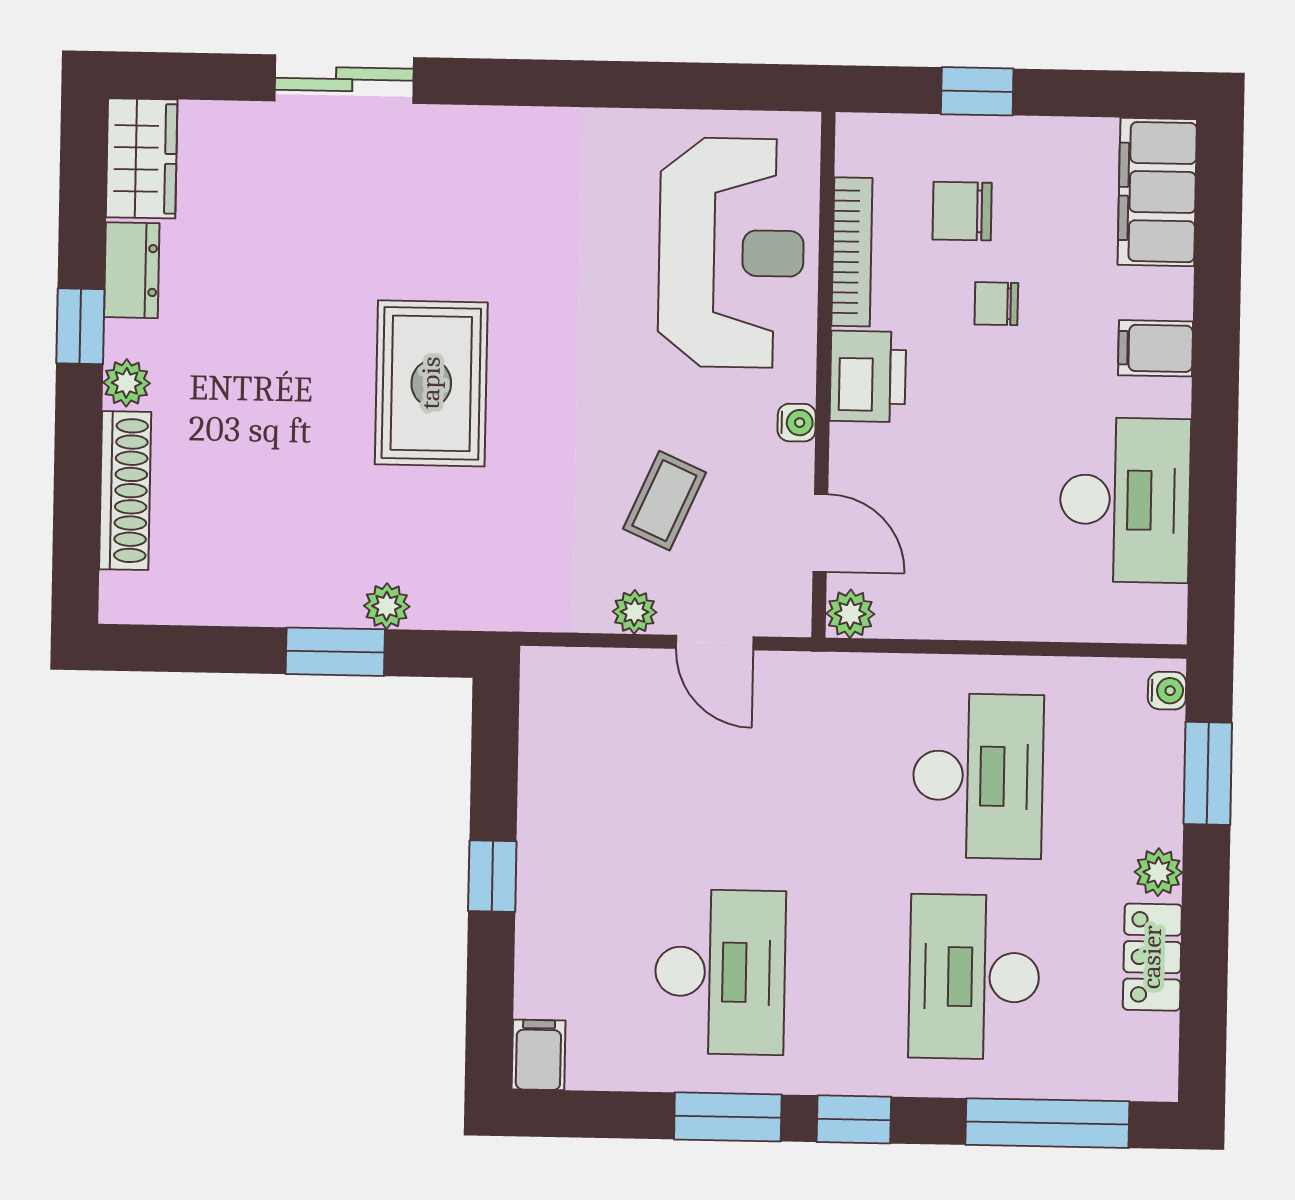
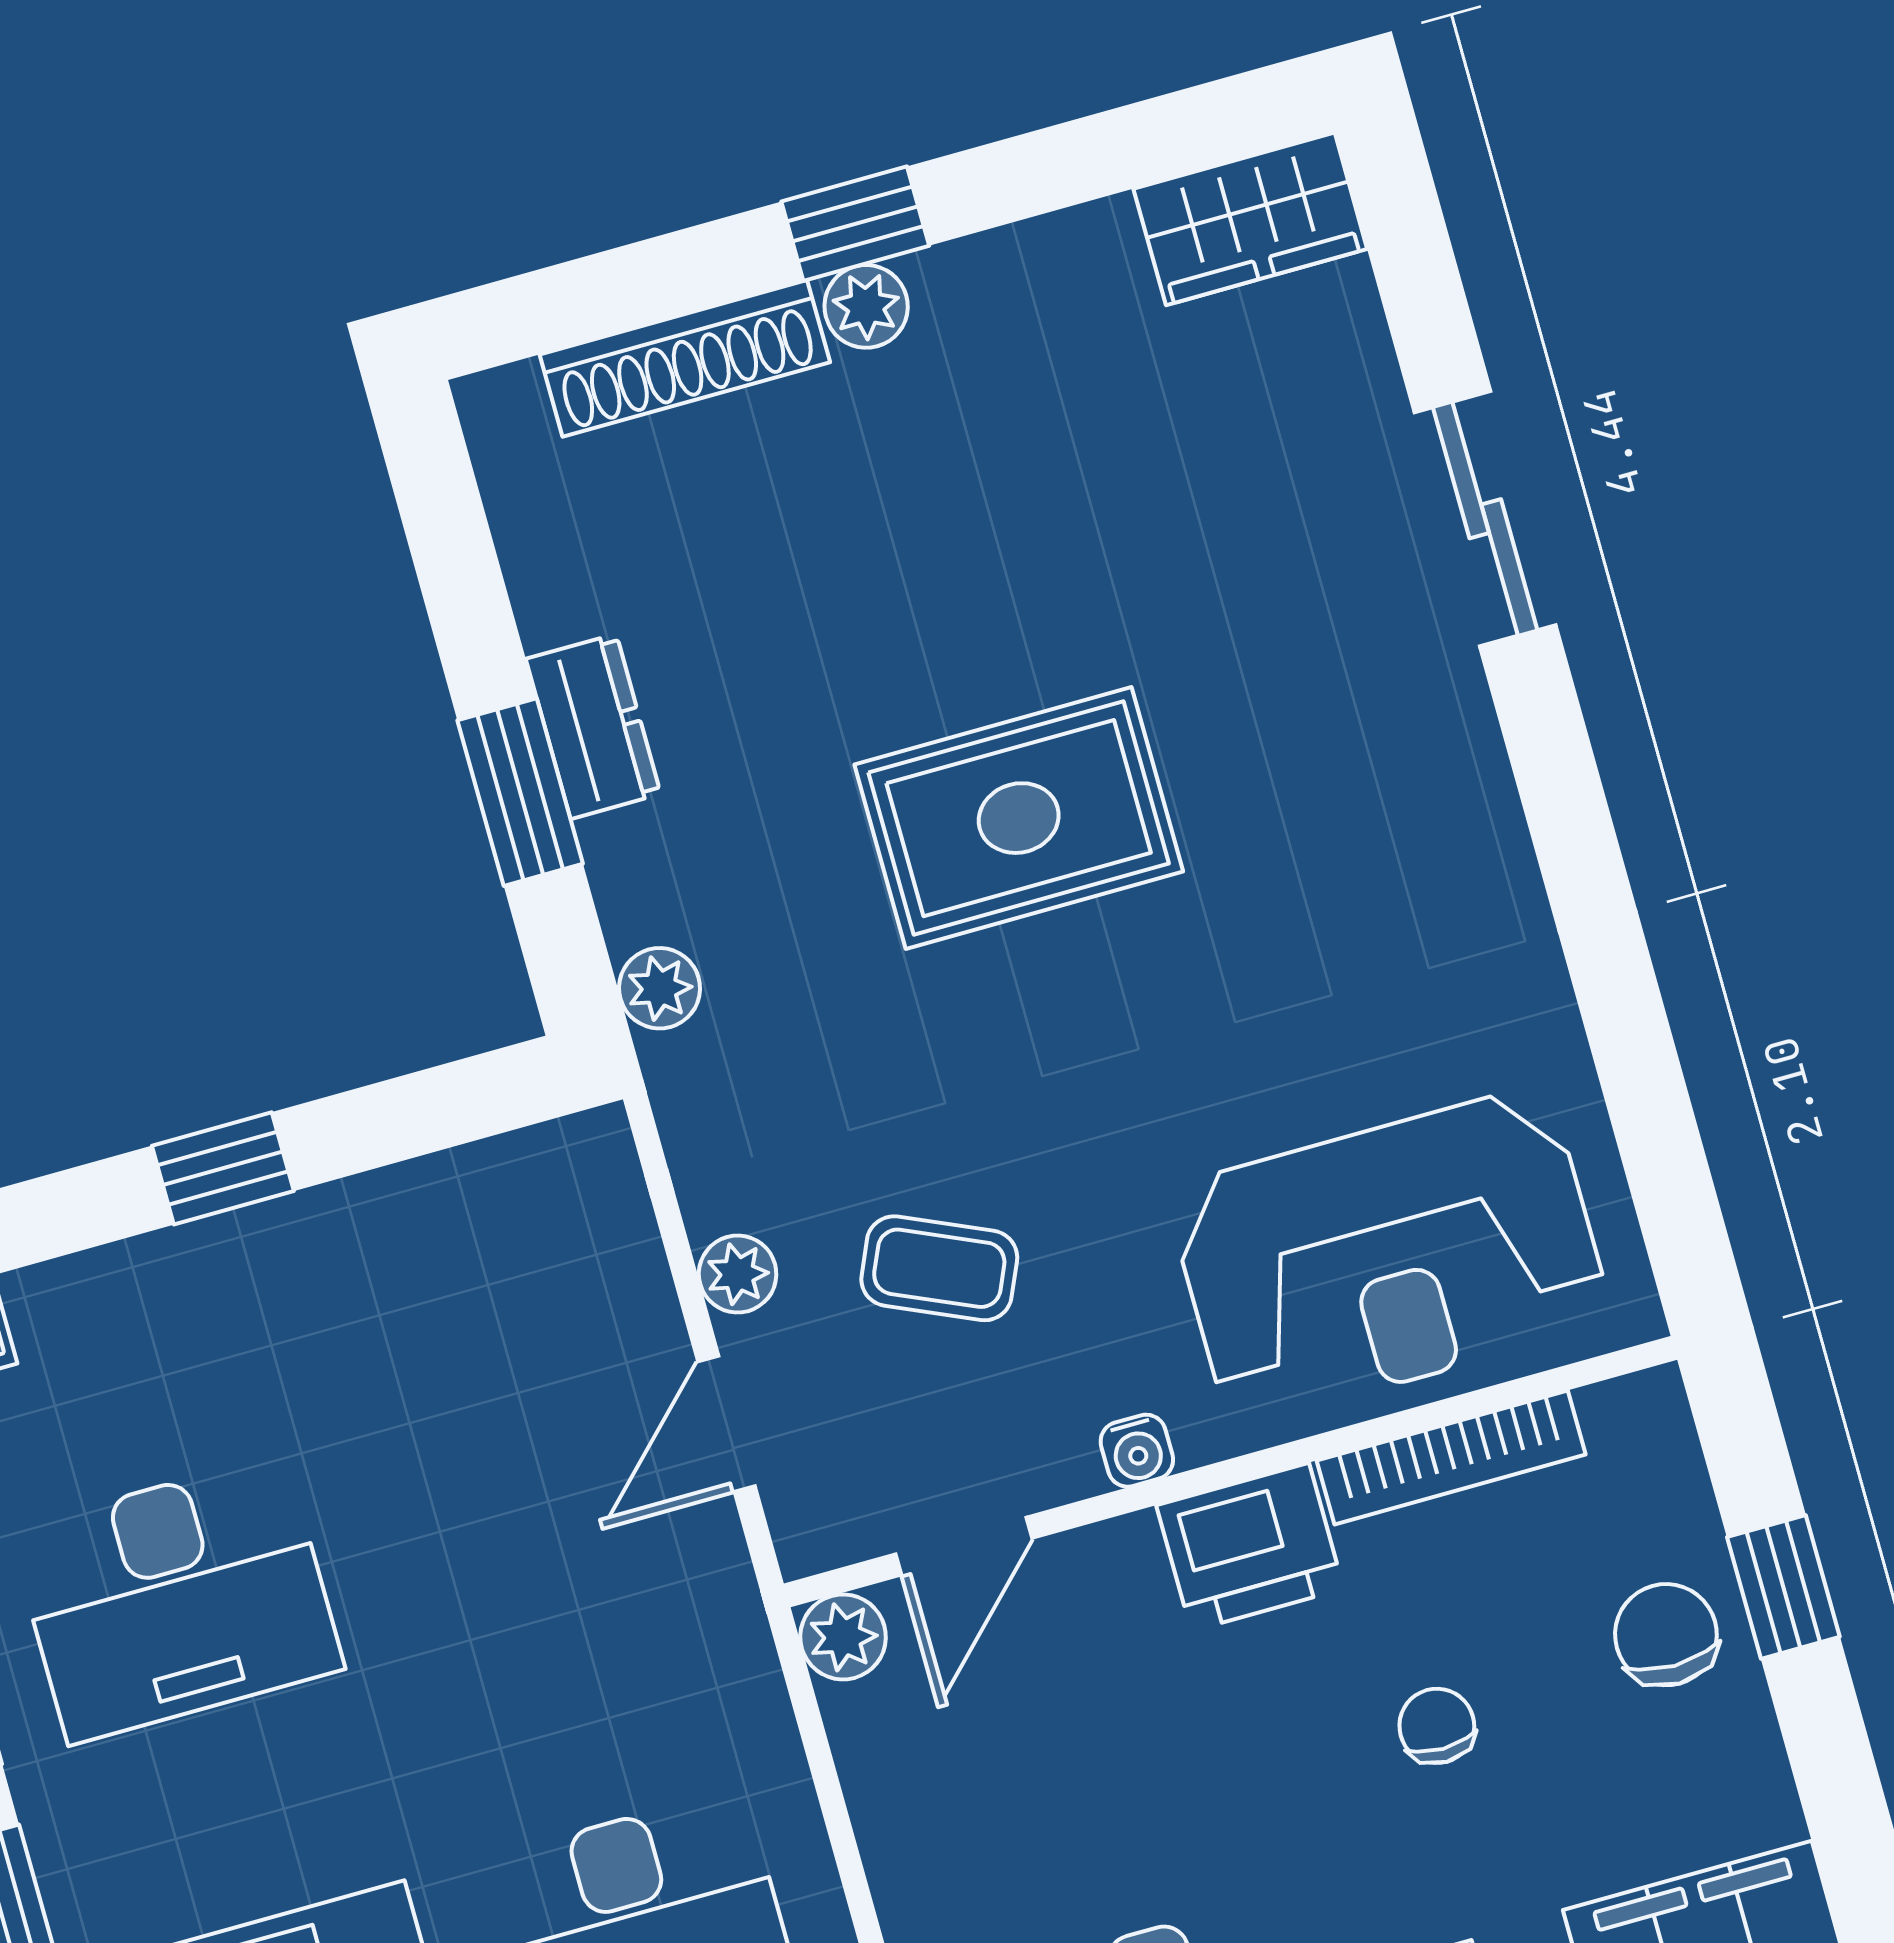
chair: (962, 211) -> (1666, 1635), moved
dresser: (132, 270) -> (593, 726), moved, turned -90
window: (80, 326) -> (855, 224), moved
plant: (387, 606) -> (660, 988), moved

